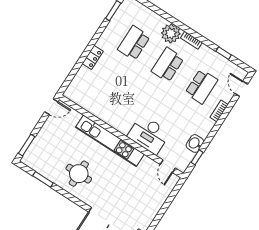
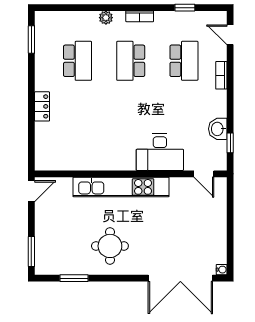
plant: (171, 33) -> (106, 18), width x0.53, depth x0.53
school desk: (134, 43) -> (78, 61), turned 180

